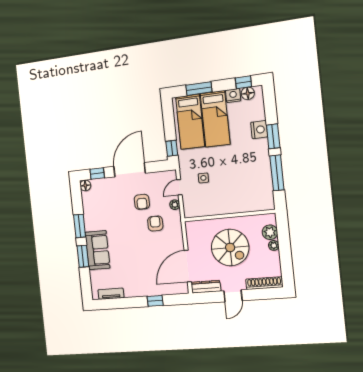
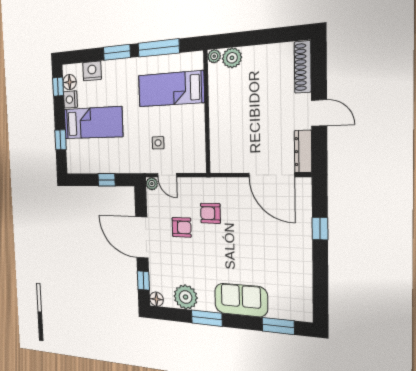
window: (199, 89) -> (60, 140), width x0.67
bed: (190, 122) -> (171, 89), moved, turned 180
nightstand: (259, 130) -> (92, 71), moved
window: (172, 148) -> (107, 180), moved
plant: (175, 205) -> (152, 184), moved
plant: (91, 209) -> (186, 297), added
plant: (274, 245) -> (214, 56), moved
spiral stairs: (230, 247) -> (249, 113), removed
window: (83, 256) -> (278, 326), moved
tv unit: (111, 294) -> (305, 293), removed

